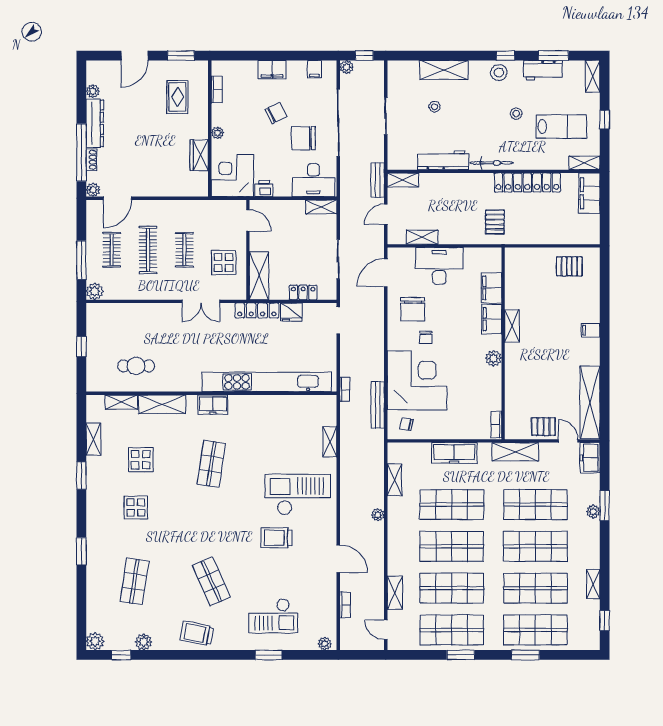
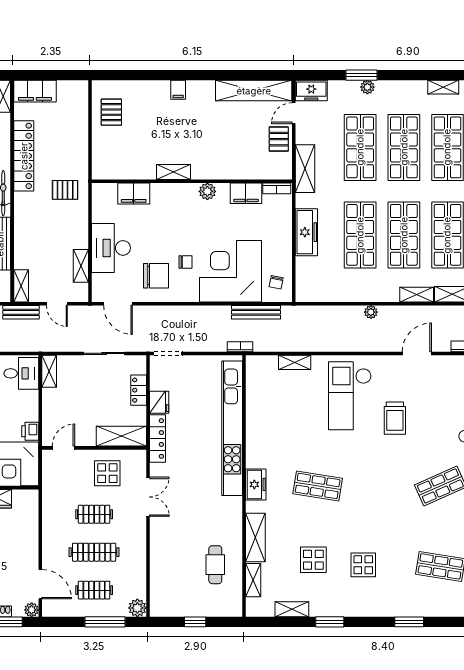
desk: (313, 180) -> (21, 373), width x0.73
filing cabinet: (492, 319) -> (246, 193), moved
shelving: (395, 480) -> (417, 295), moved

